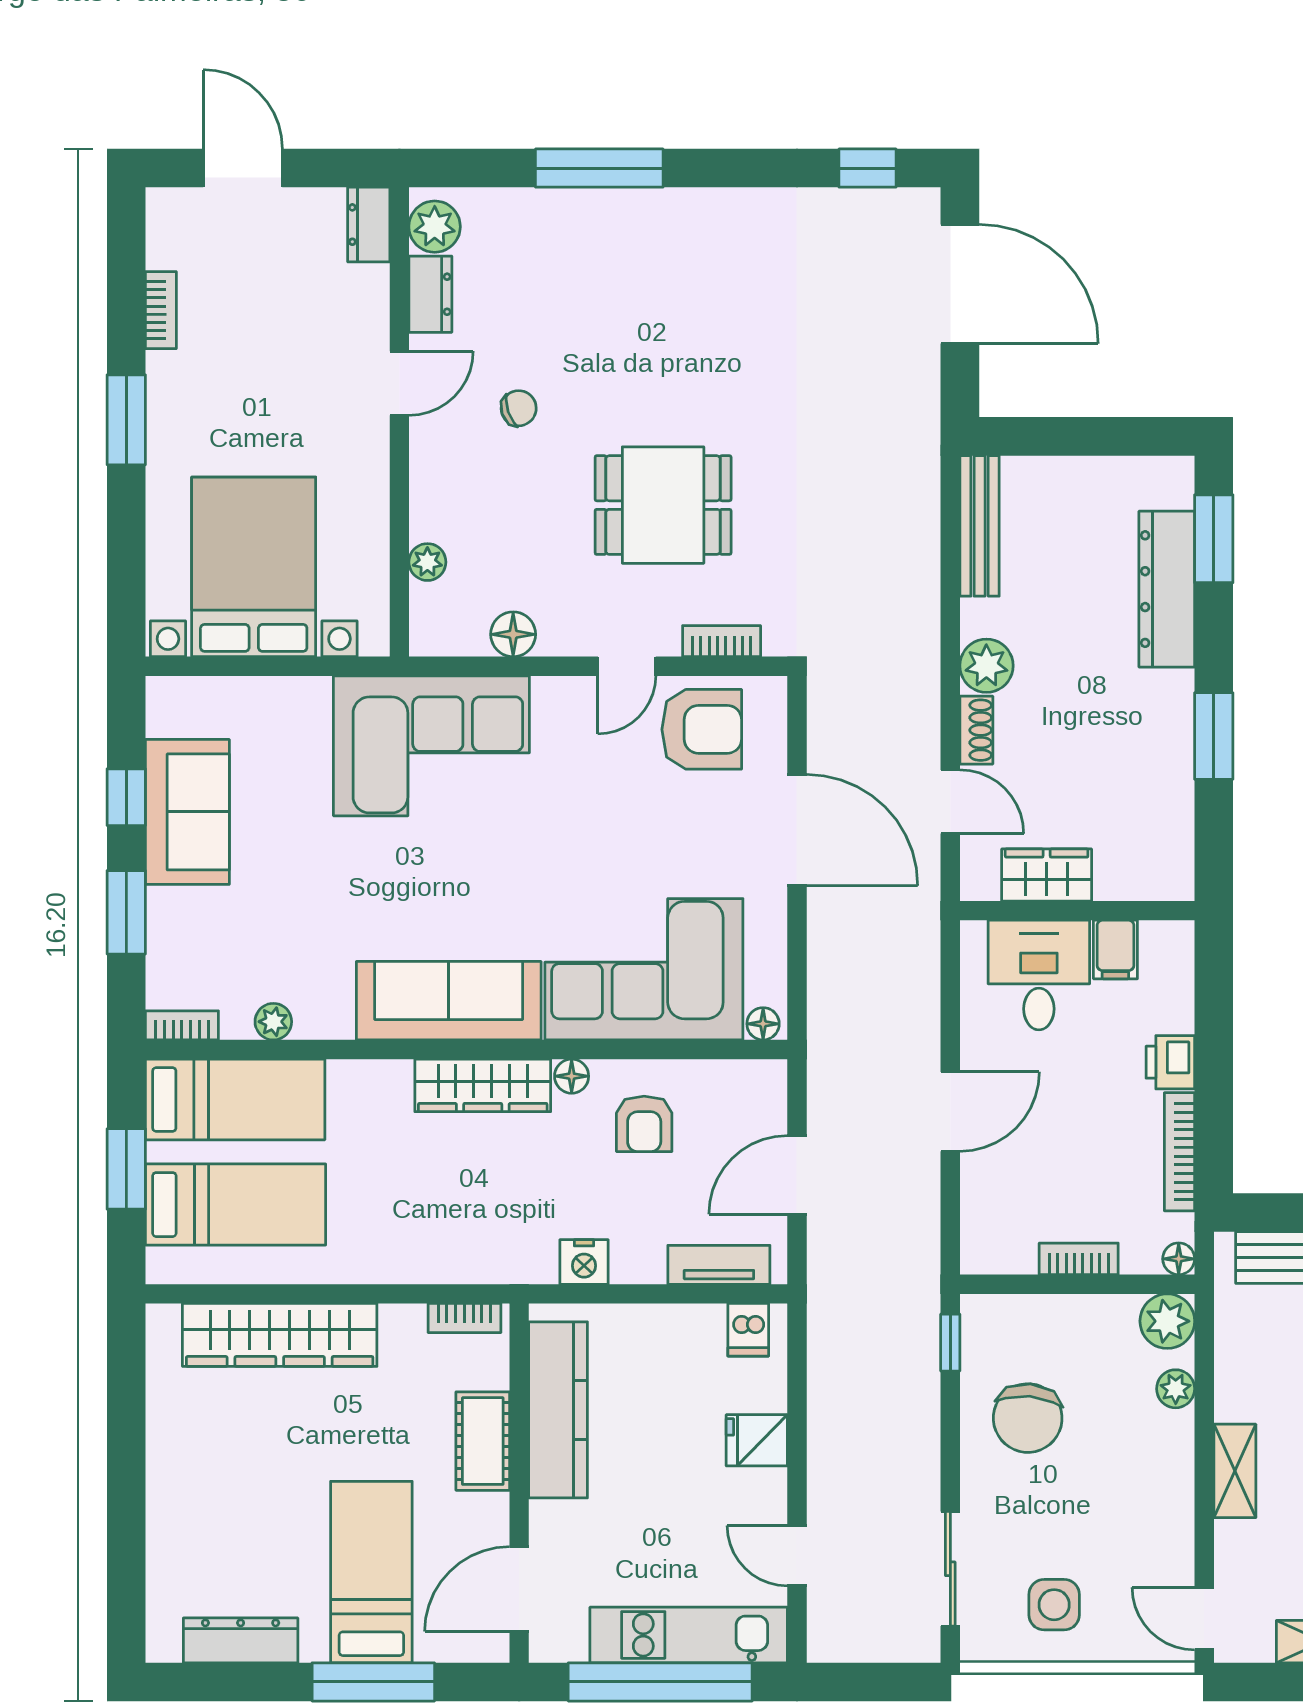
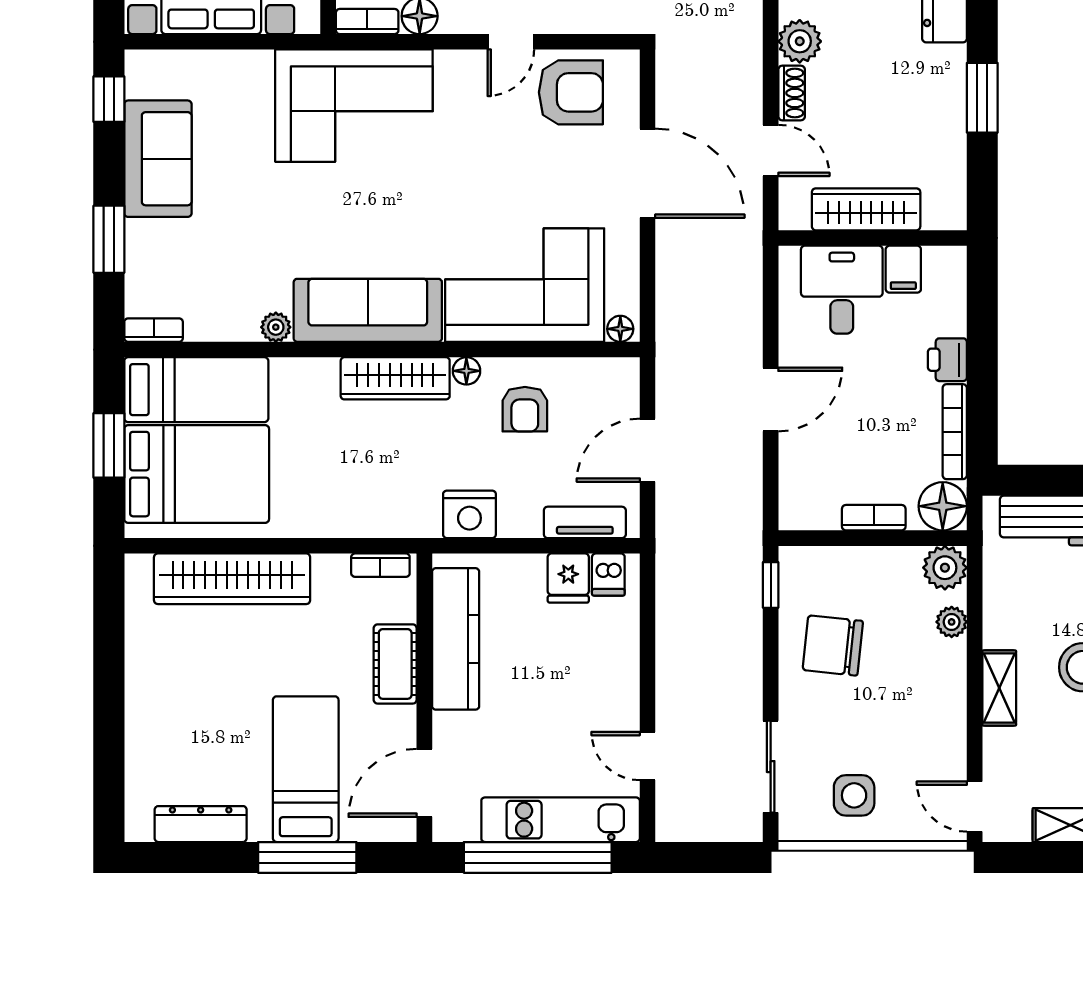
bookcase: (722, 641) -> (367, 22), moved
window: (126, 797) -> (109, 99), moved
wardrobe: (1047, 875) -> (866, 209), width x1.50
plant: (273, 1022) -> (276, 327), moved
bed: (236, 1205) -> (197, 474), width x1.50
floor lamp: (1179, 1259) -> (943, 506), width x1.89, depth x1.89
nightstand: (584, 1262) -> (469, 514), width x1.36, depth x1.33
chair: (1028, 1418) -> (833, 645), turned 91
fridge: (757, 1440) -> (568, 578), moved, turned -90

